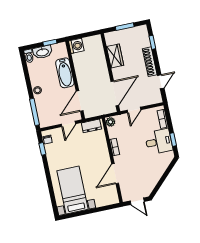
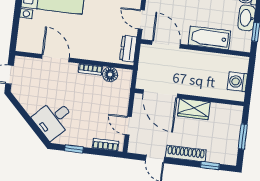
washing machine: (76, 46) -> (237, 82), moved, turned 90
wardrobe: (115, 56) -> (194, 109), moved
door: (134, 110) -> (128, 126), moved
plant: (110, 122) -> (125, 75), removed
floor lamp: (113, 132) -> (110, 74), added
desk: (159, 142) -> (54, 119), moved, turned 45

